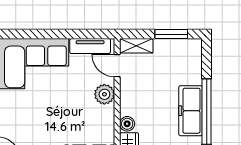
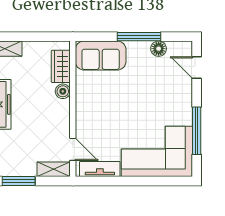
plant: (104, 94) -> (85, 121), removed

